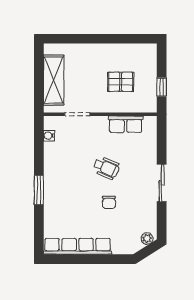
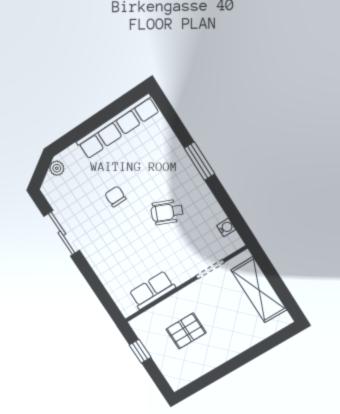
wheelchair: (106, 168) -> (167, 212), moved
sliding door: (162, 183) -> (62, 233), moved
plant: (147, 238) -> (57, 168), moved

